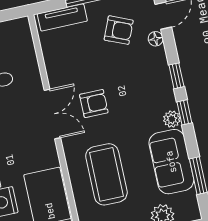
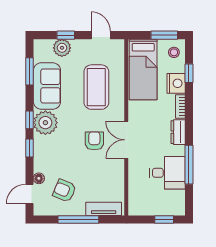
armchair: (94, 104) -> (94, 141), turned 90
plant: (172, 119) -> (45, 123), width x1.88, depth x1.88

